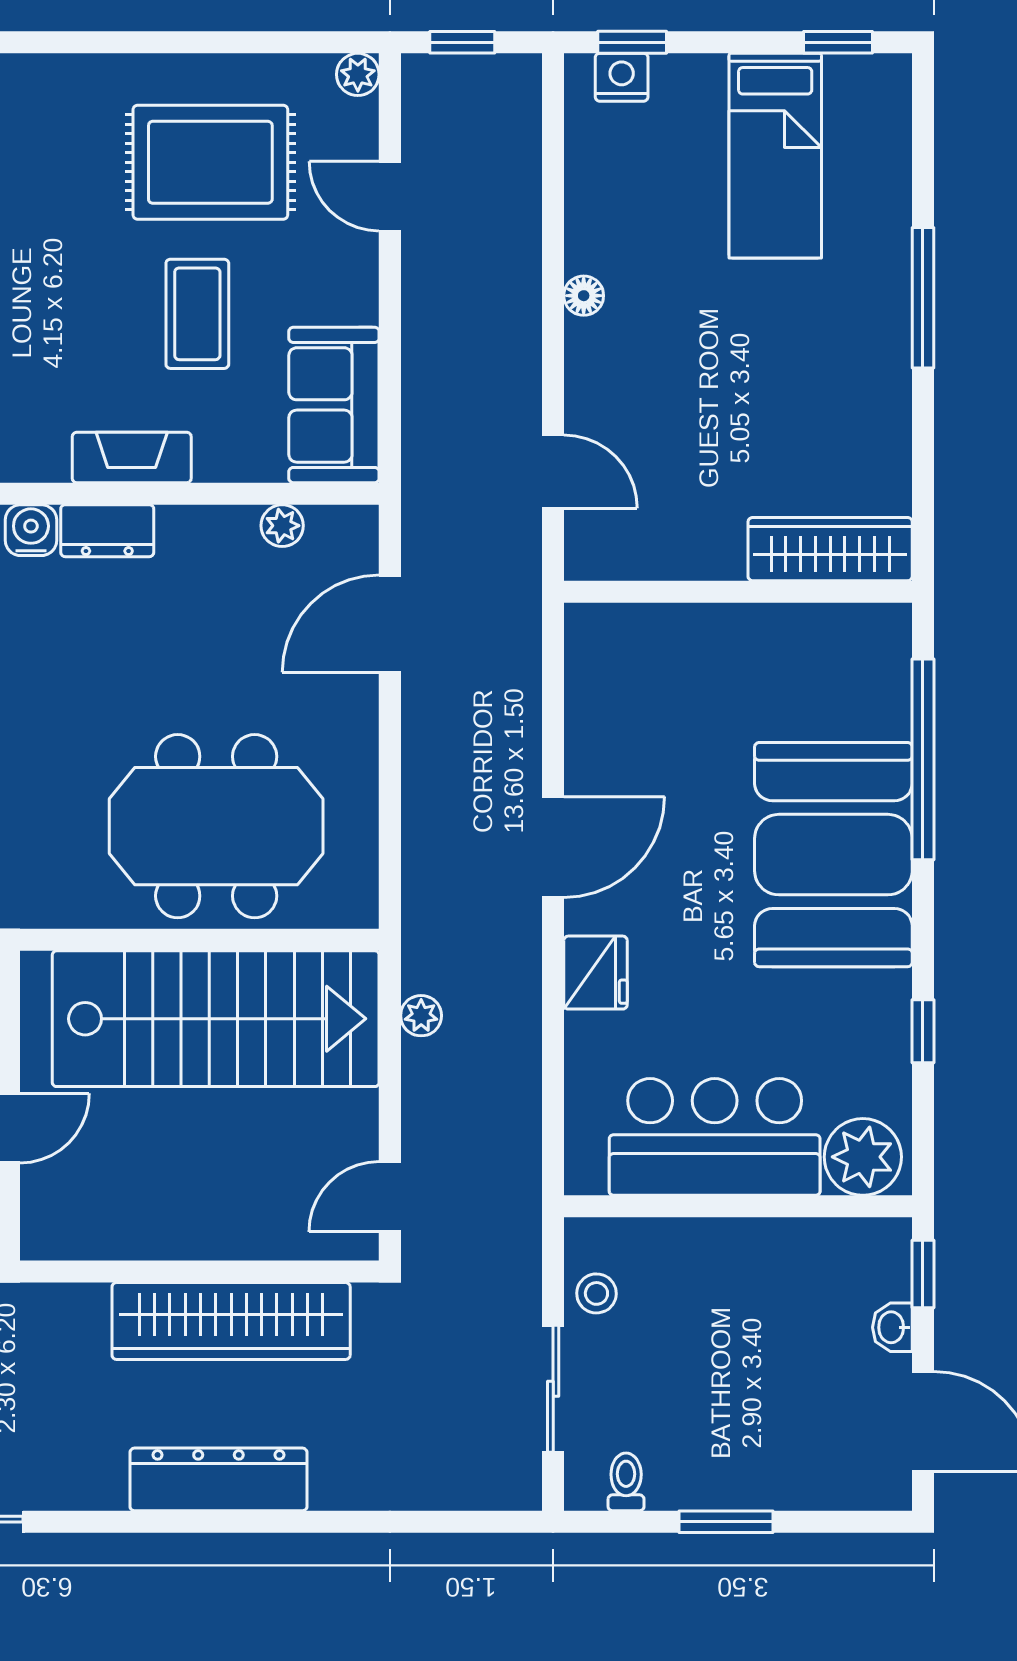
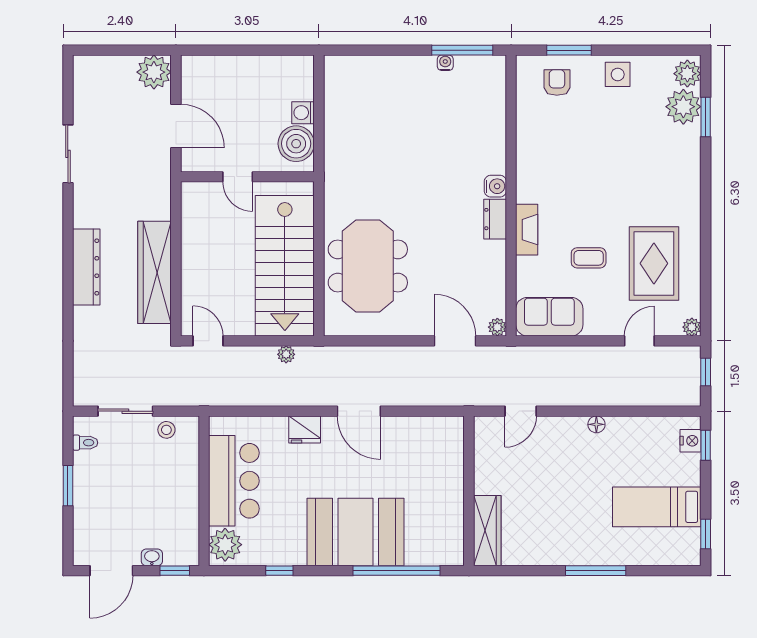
coffee table: (197, 314) -> (589, 258), width x0.73, depth x0.77
plant: (282, 526) -> (497, 327), moved

